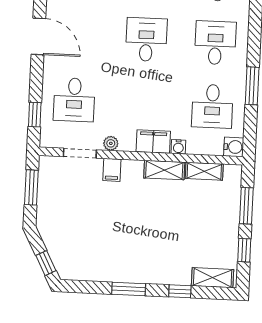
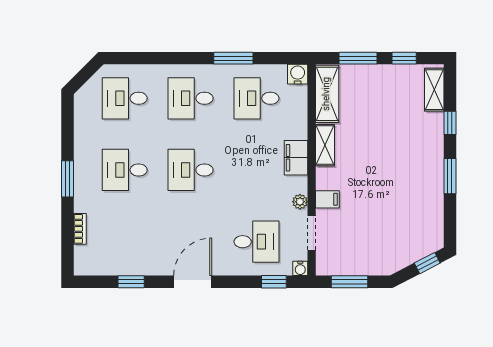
desk: (212, 106) -> (256, 98), turned 180
water cooler: (178, 147) -> (300, 268), moved, turned 90
shelving: (204, 171) -> (327, 94), width x1.50, depth x1.33

